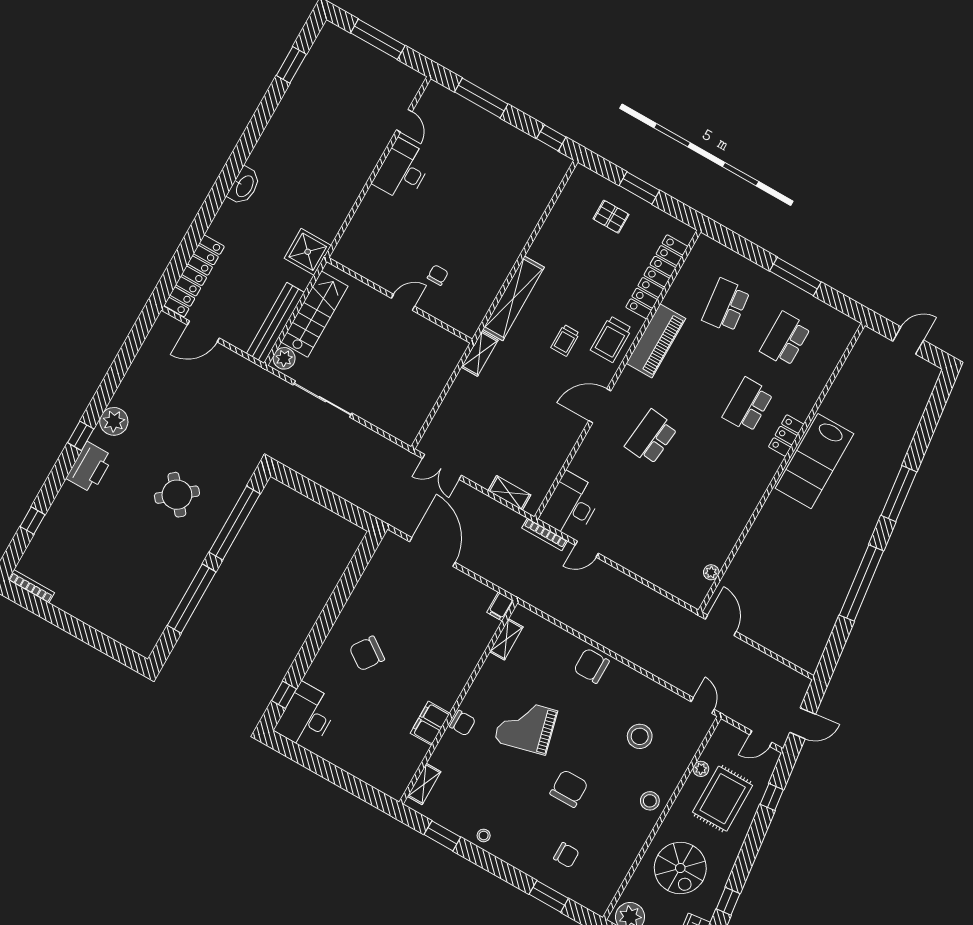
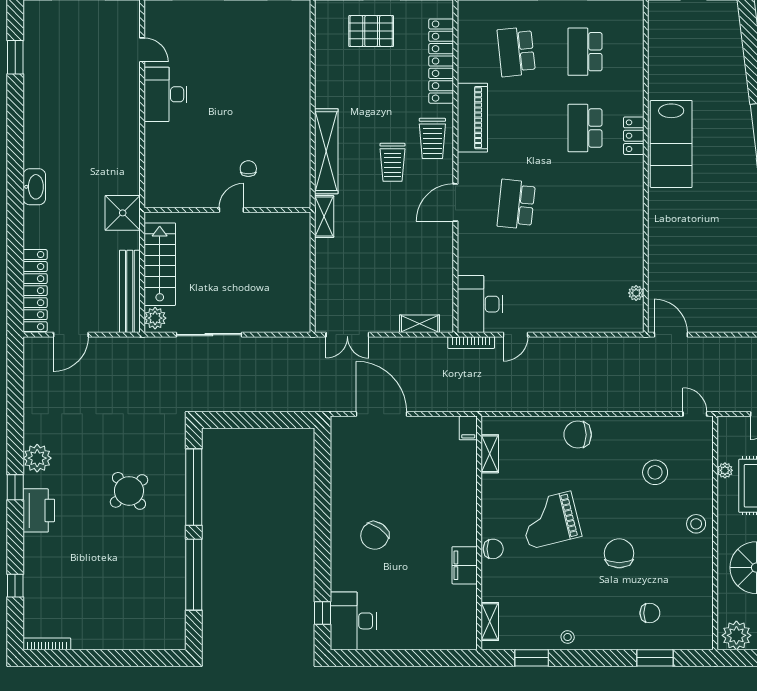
pallet: (611, 217) -> (371, 31), width x1.50, depth x1.42
trolley: (565, 340) -> (393, 162), width x1.36, depth x1.39

